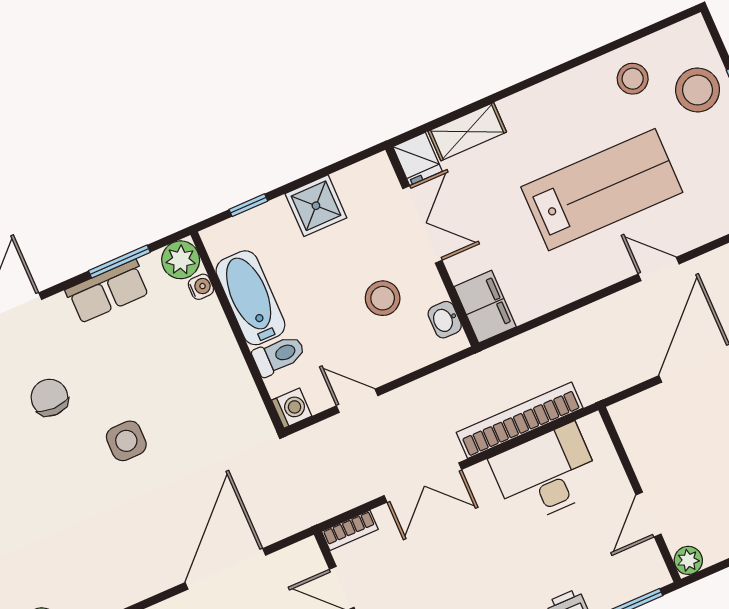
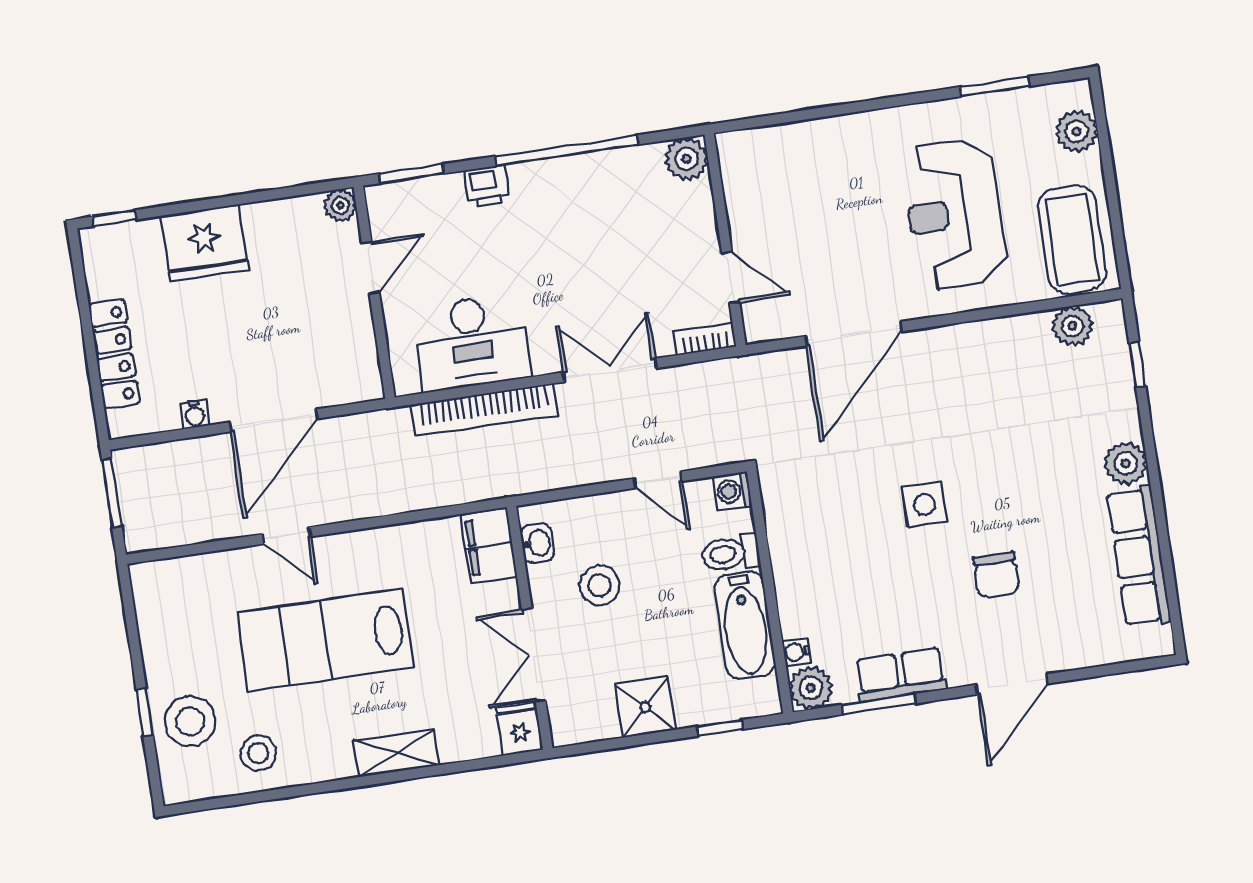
shelving: (467, 132) -> (396, 753), moved

